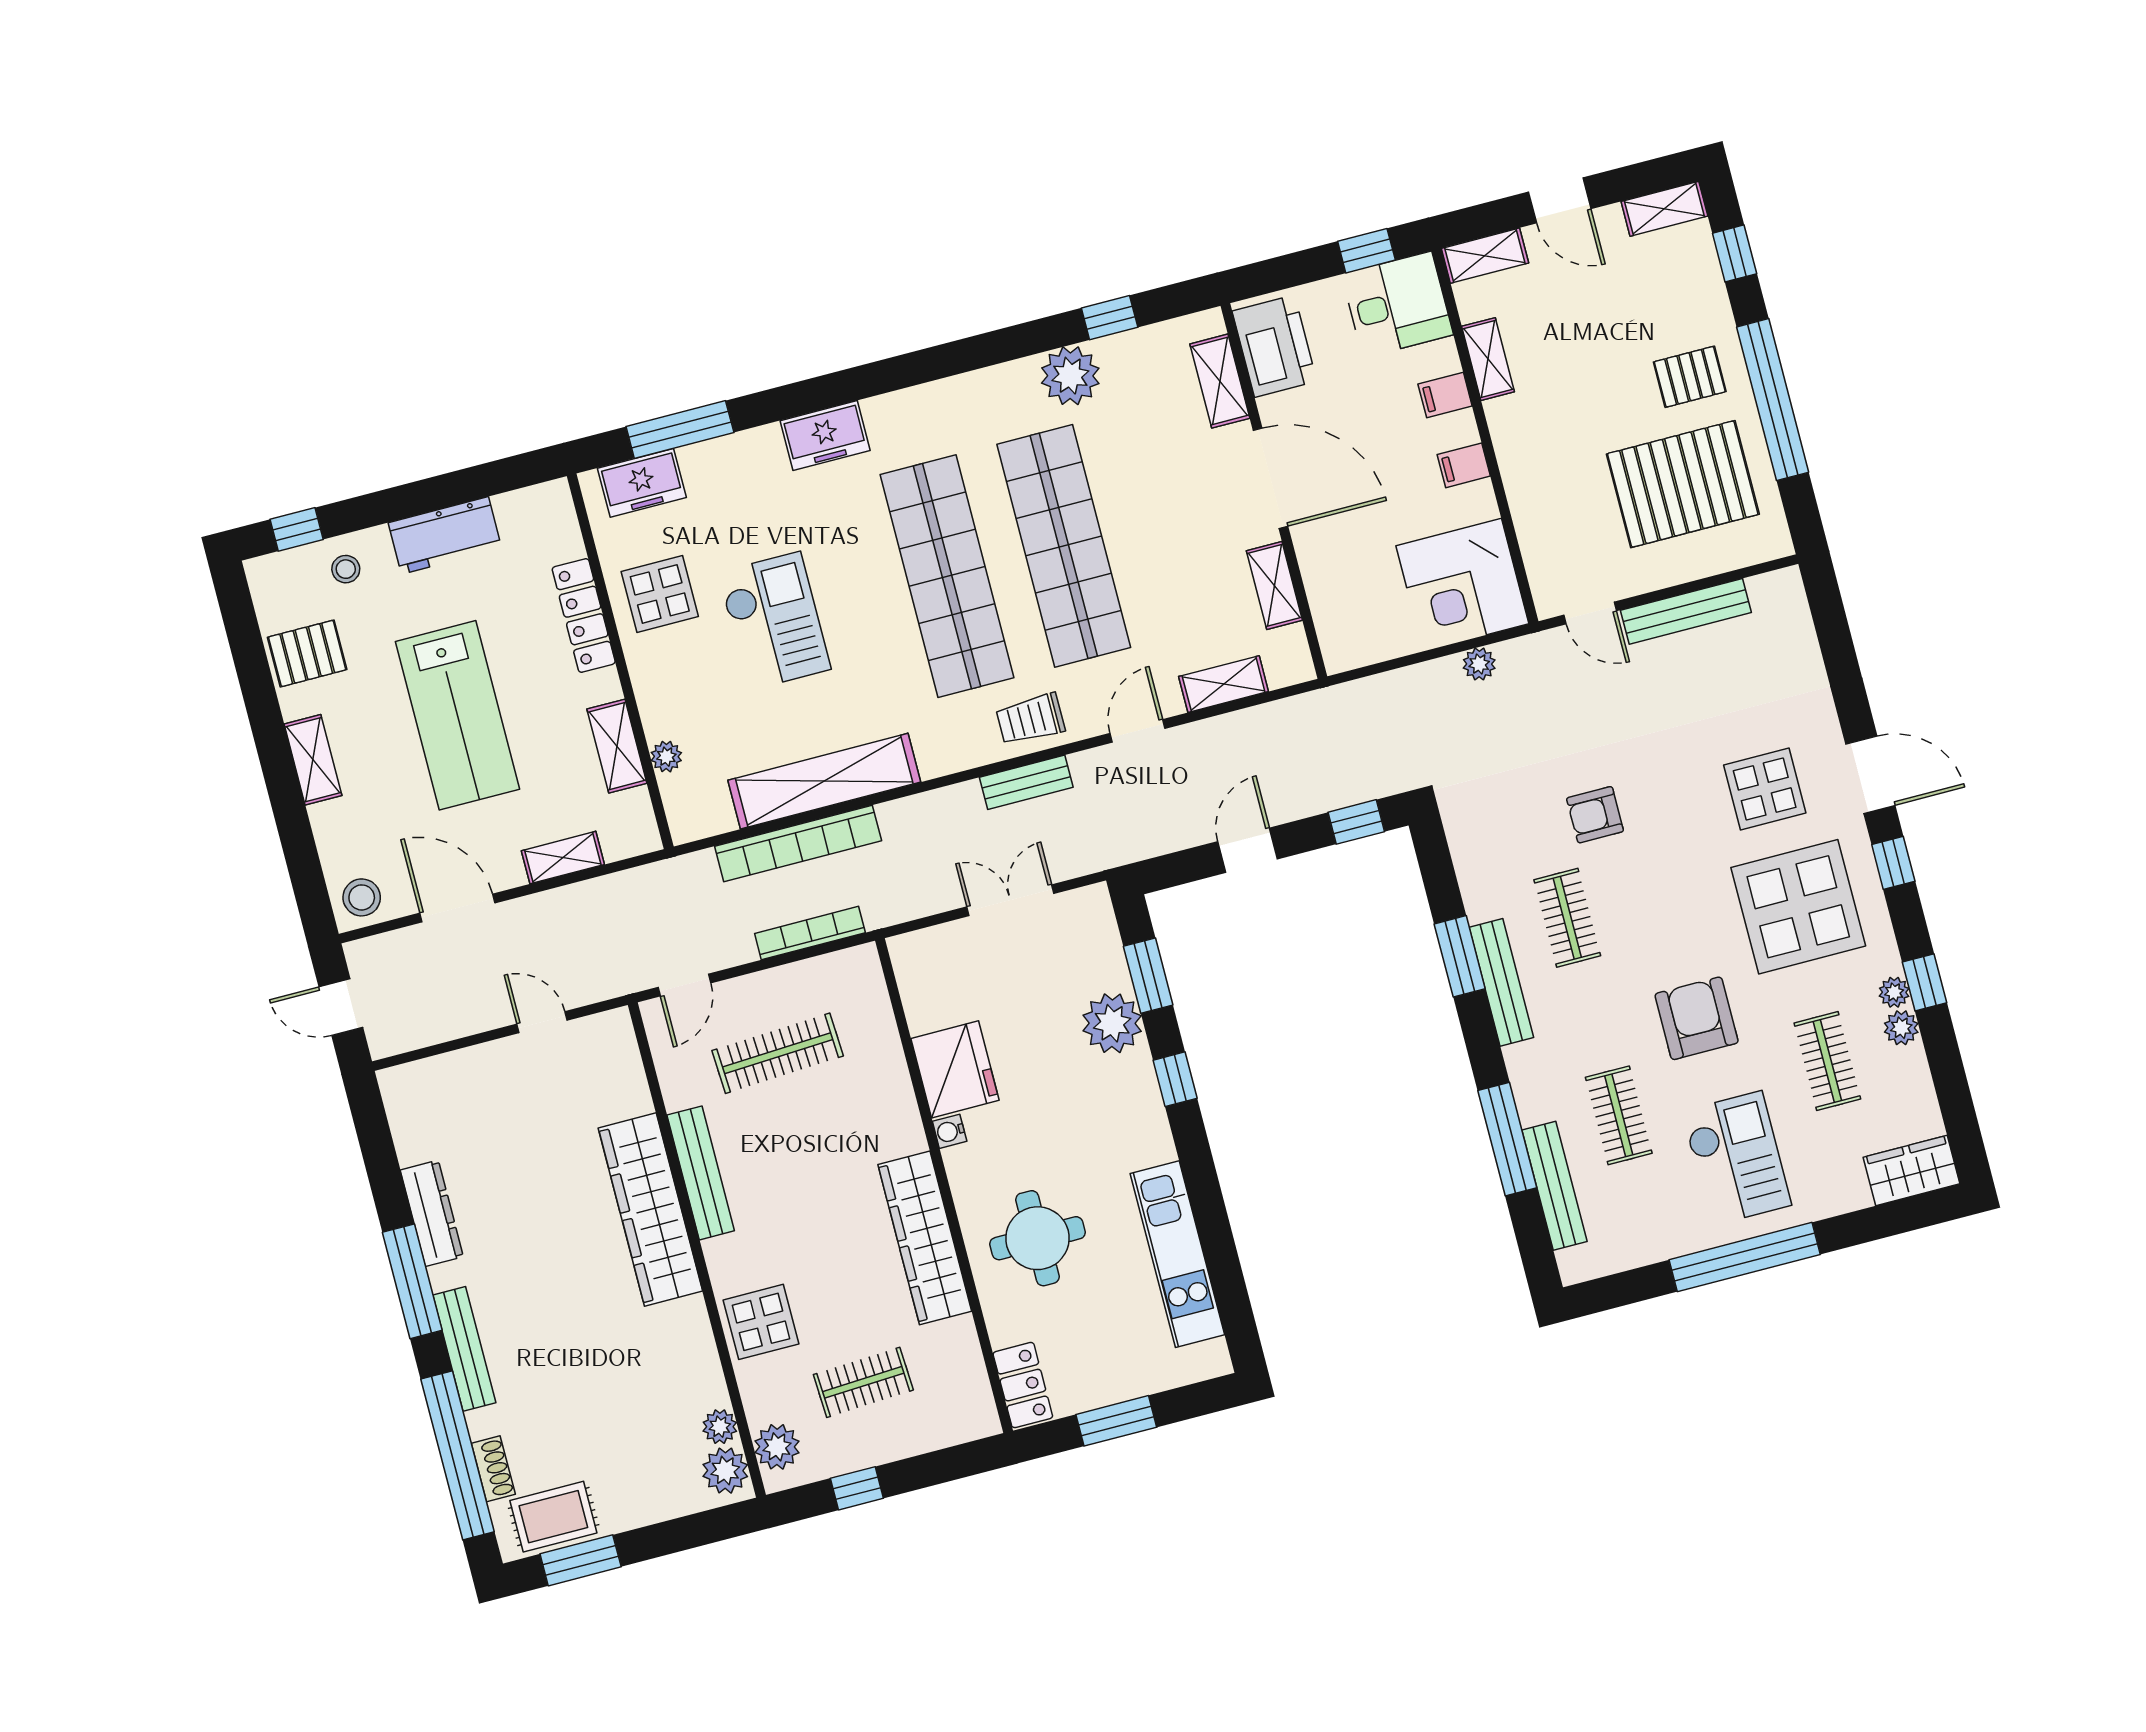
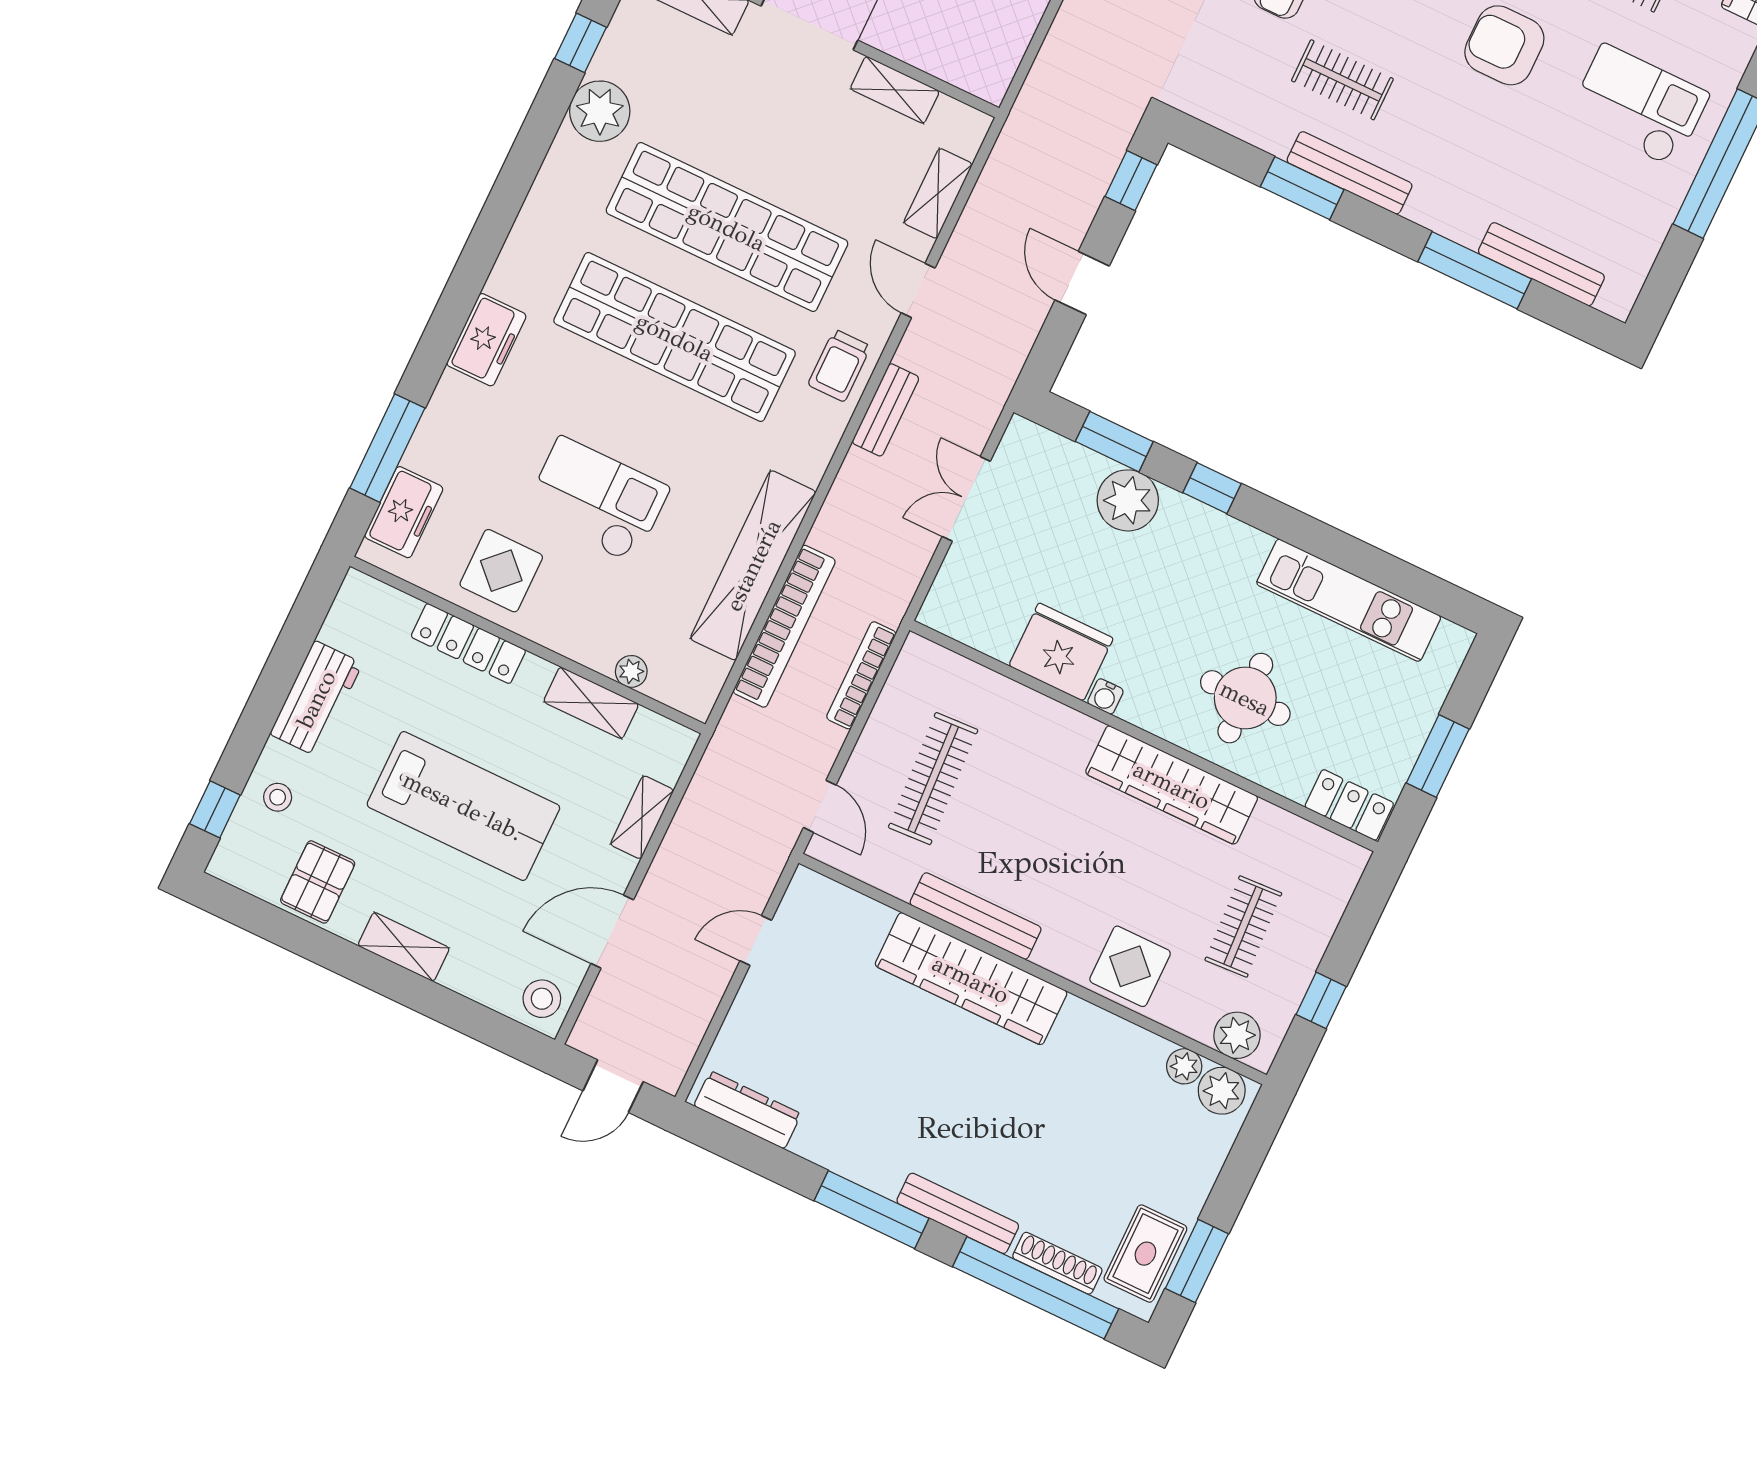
clothes rail: (1619, 1115) -> (1529, 169), removed
dresser: (432, 1213) -> (747, 1110), moved
shoe rack: (493, 1469) -> (1057, 1263), width x1.43

